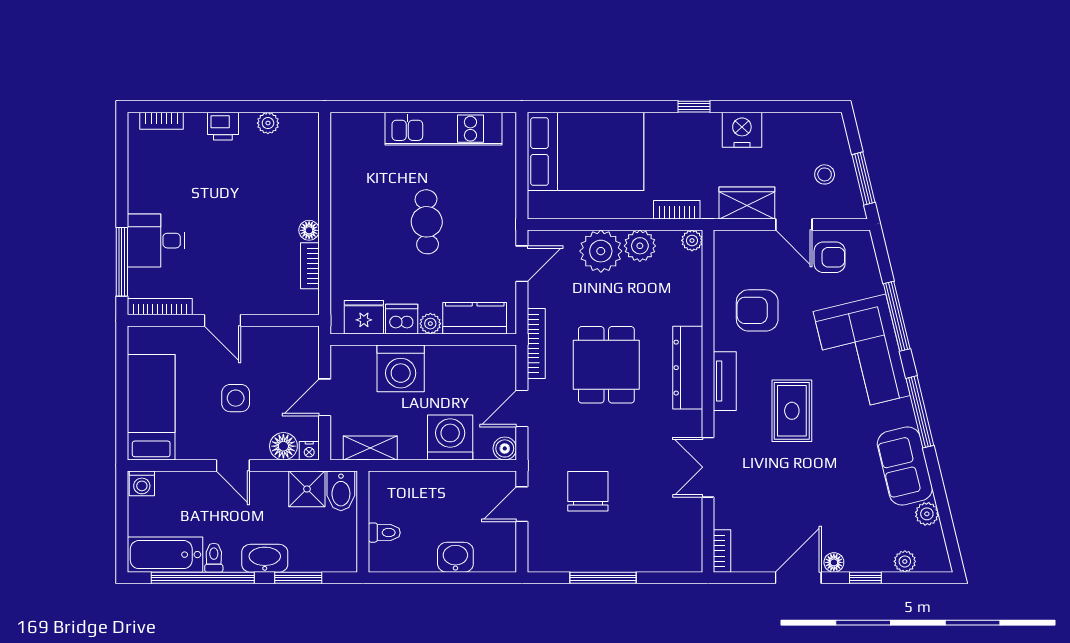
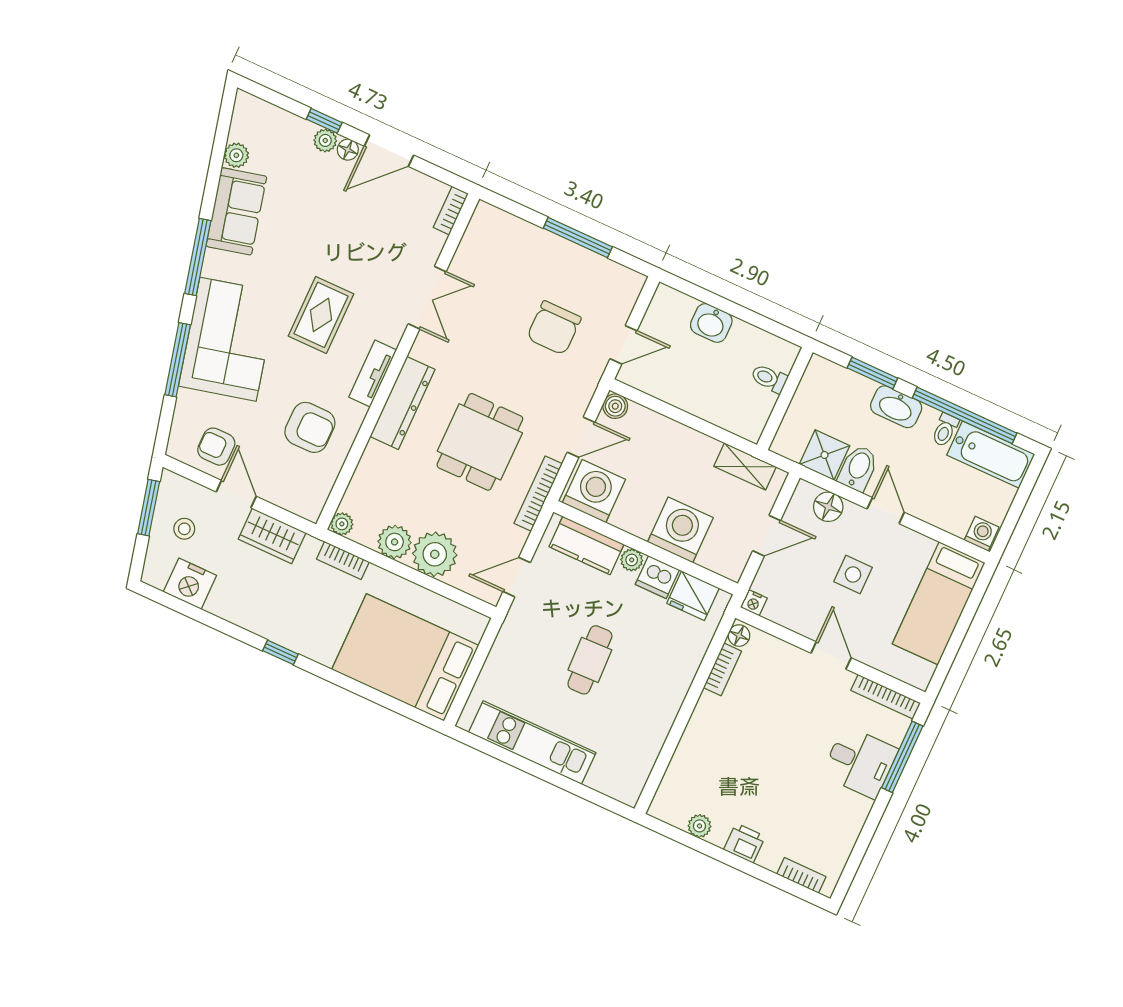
nightstand: (742, 130) -> (190, 584), moved
floor lamp: (309, 230) -> (739, 636), moved
washing machine: (450, 437) -> (594, 491), moved, turned 180
nightstand: (309, 451) -> (754, 603), moved, turned 180
bidet: (341, 491) -> (858, 468), moved
plant: (905, 561) -> (325, 140), moved

